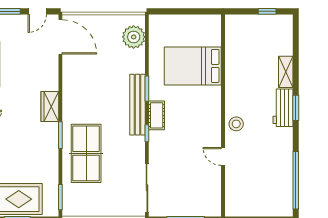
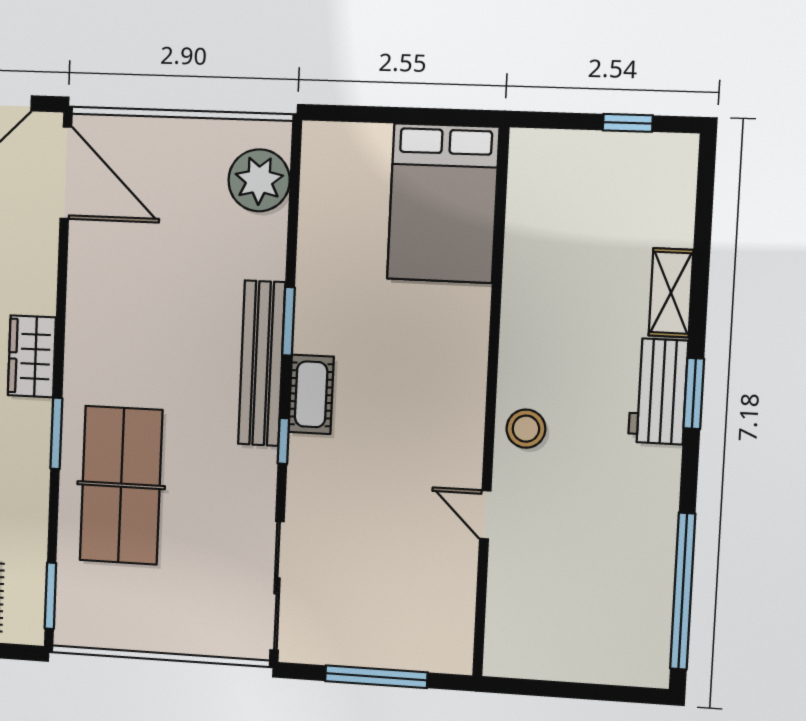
bed: (193, 66) -> (443, 203), moved, turned -90

